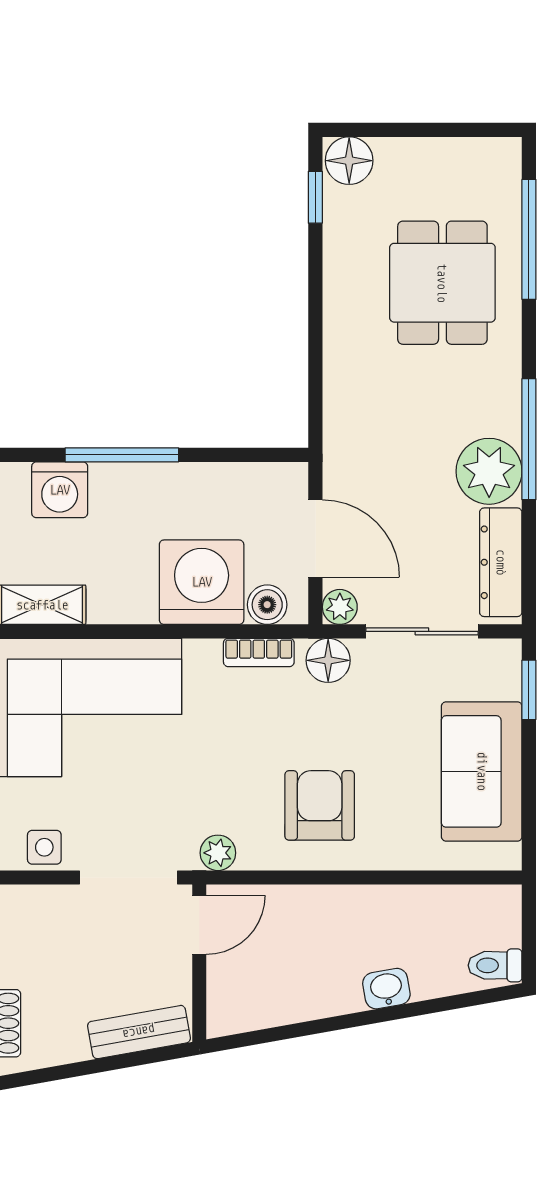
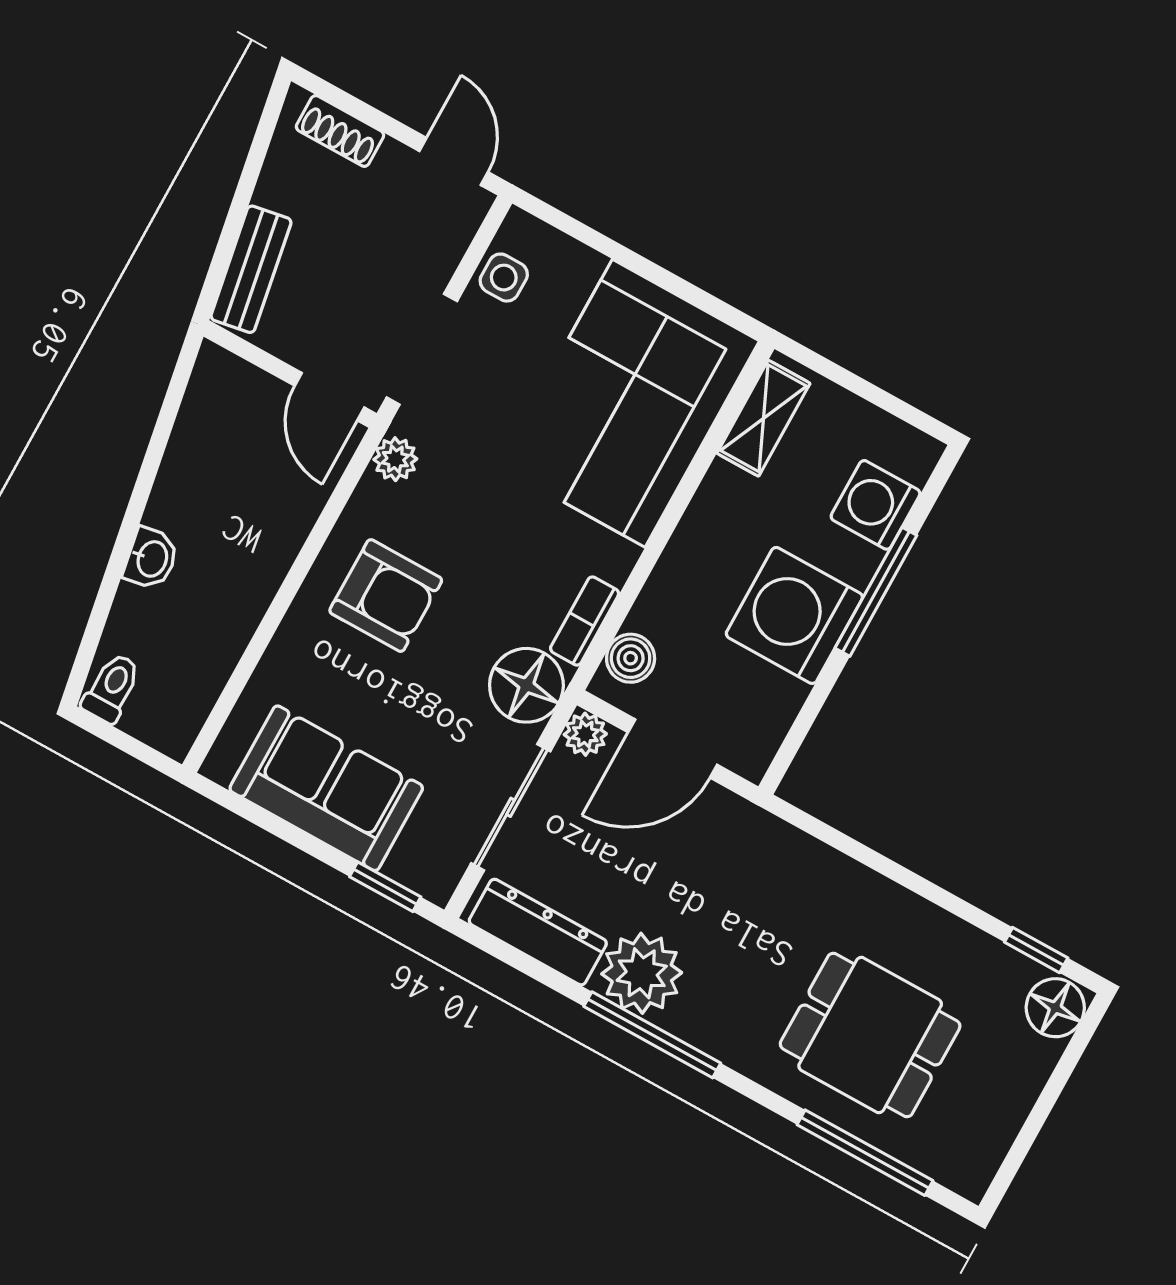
washing machine: (202, 582) -> (794, 615), moved, turned 180
floor lamp: (328, 660) -> (526, 685), width x1.38, depth x1.38

